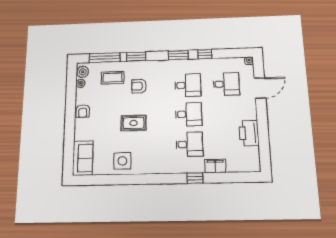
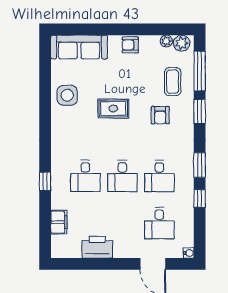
armchair: (139, 86) -> (160, 115), turned 180
rug: (134, 123) -> (113, 109), turned 90
sofa: (83, 158) -> (79, 47), width x1.36
filing cabinet: (215, 166) -> (59, 222), moved

